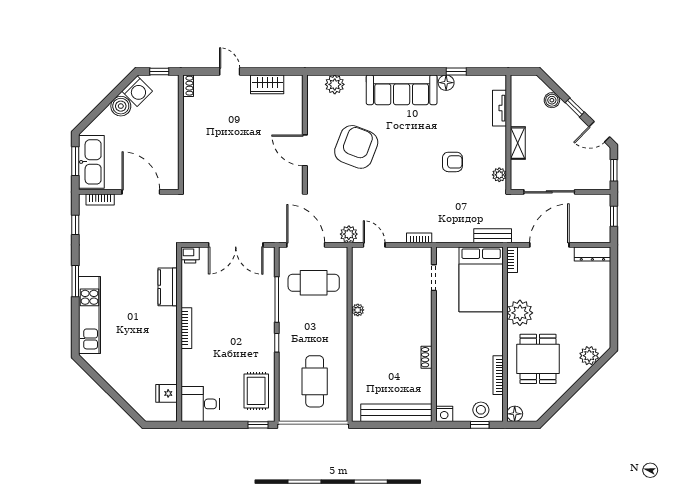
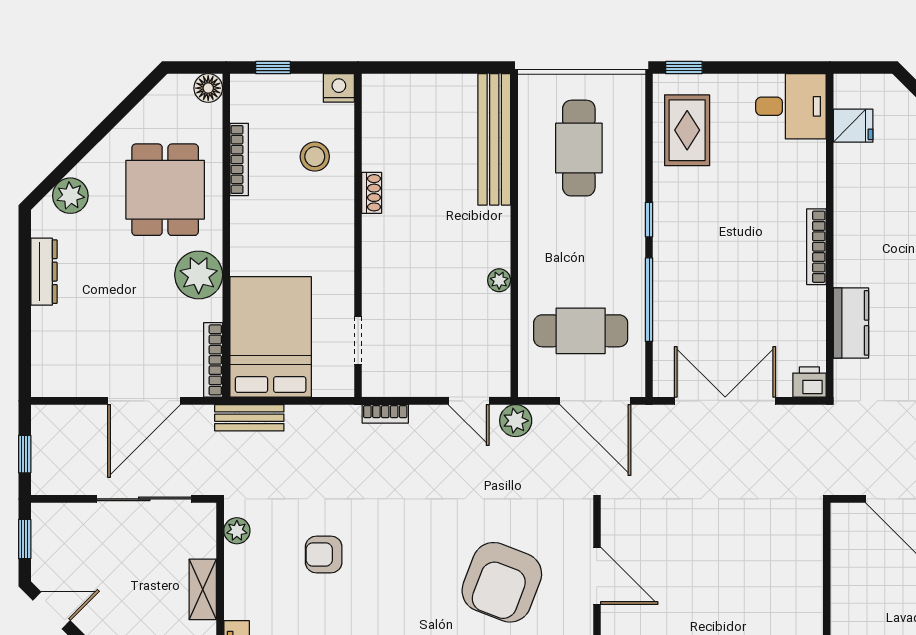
dresser: (592, 254) -> (44, 272), moved, turned 90
bookcase: (512, 260) -> (213, 360), width x1.56
stool: (481, 410) -> (315, 157), moved
bench: (396, 413) -> (494, 139), moved, turned 90

